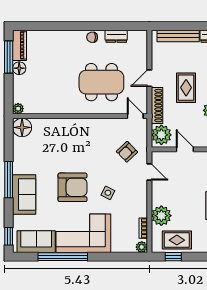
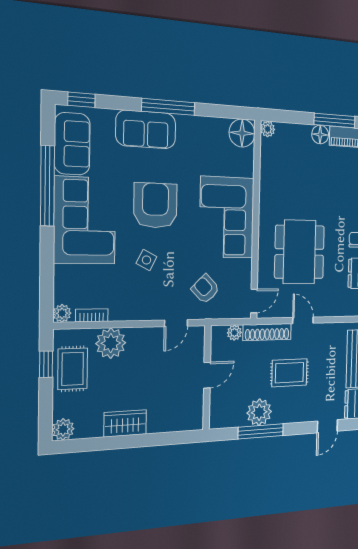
plant: (161, 135) -> (234, 333), width x0.53, depth x0.53
corner sofa: (79, 137) -> (227, 217), added
armchair: (73, 187) -> (155, 205), turned 180

